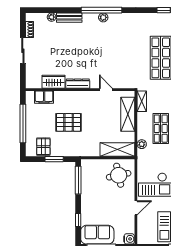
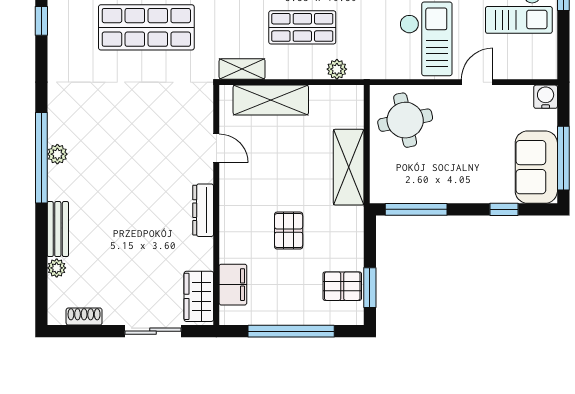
sliding door: (23, 51) -> (153, 331), moved
wardrobe: (54, 82) -> (199, 296), moved
door: (106, 90) -> (216, 148), swing flipped
pallet: (69, 122) -> (289, 231), width x0.67, depth x0.71
shelving: (117, 150) -> (349, 167), moved
window: (54, 159) -> (370, 288), moved
door: (136, 208) -> (477, 82), hinge flipped

